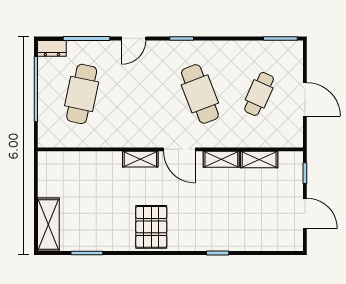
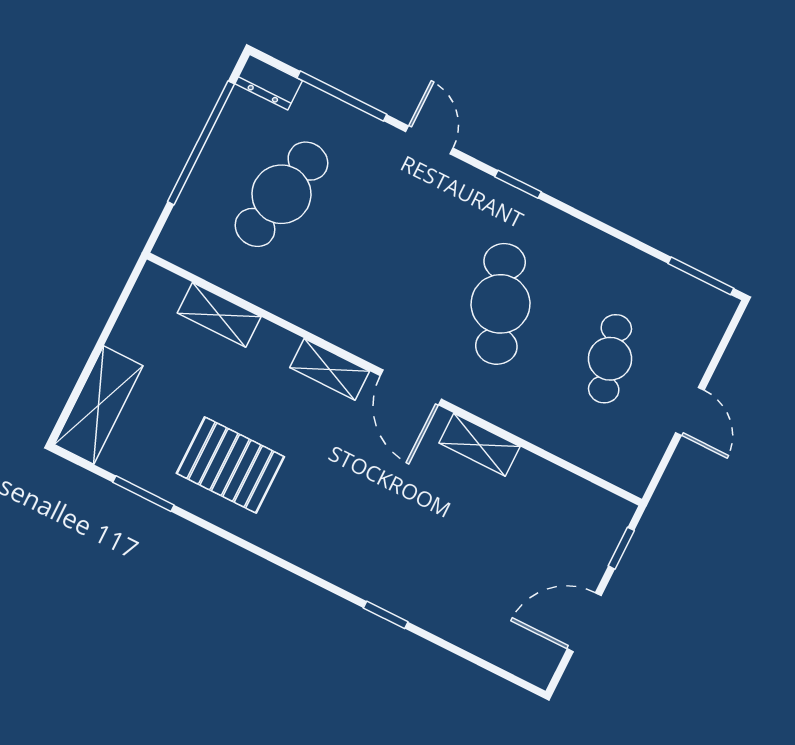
door: (134, 38) -> (429, 140), swing flipped
cafe table: (259, 94) -> (610, 359), turned -39
door: (305, 99) -> (690, 411), width x0.73
shelving: (259, 160) -> (219, 315), moved
door: (305, 213) -> (584, 622), swing flipped
pallet: (151, 227) -> (230, 465), moved, turned 90

